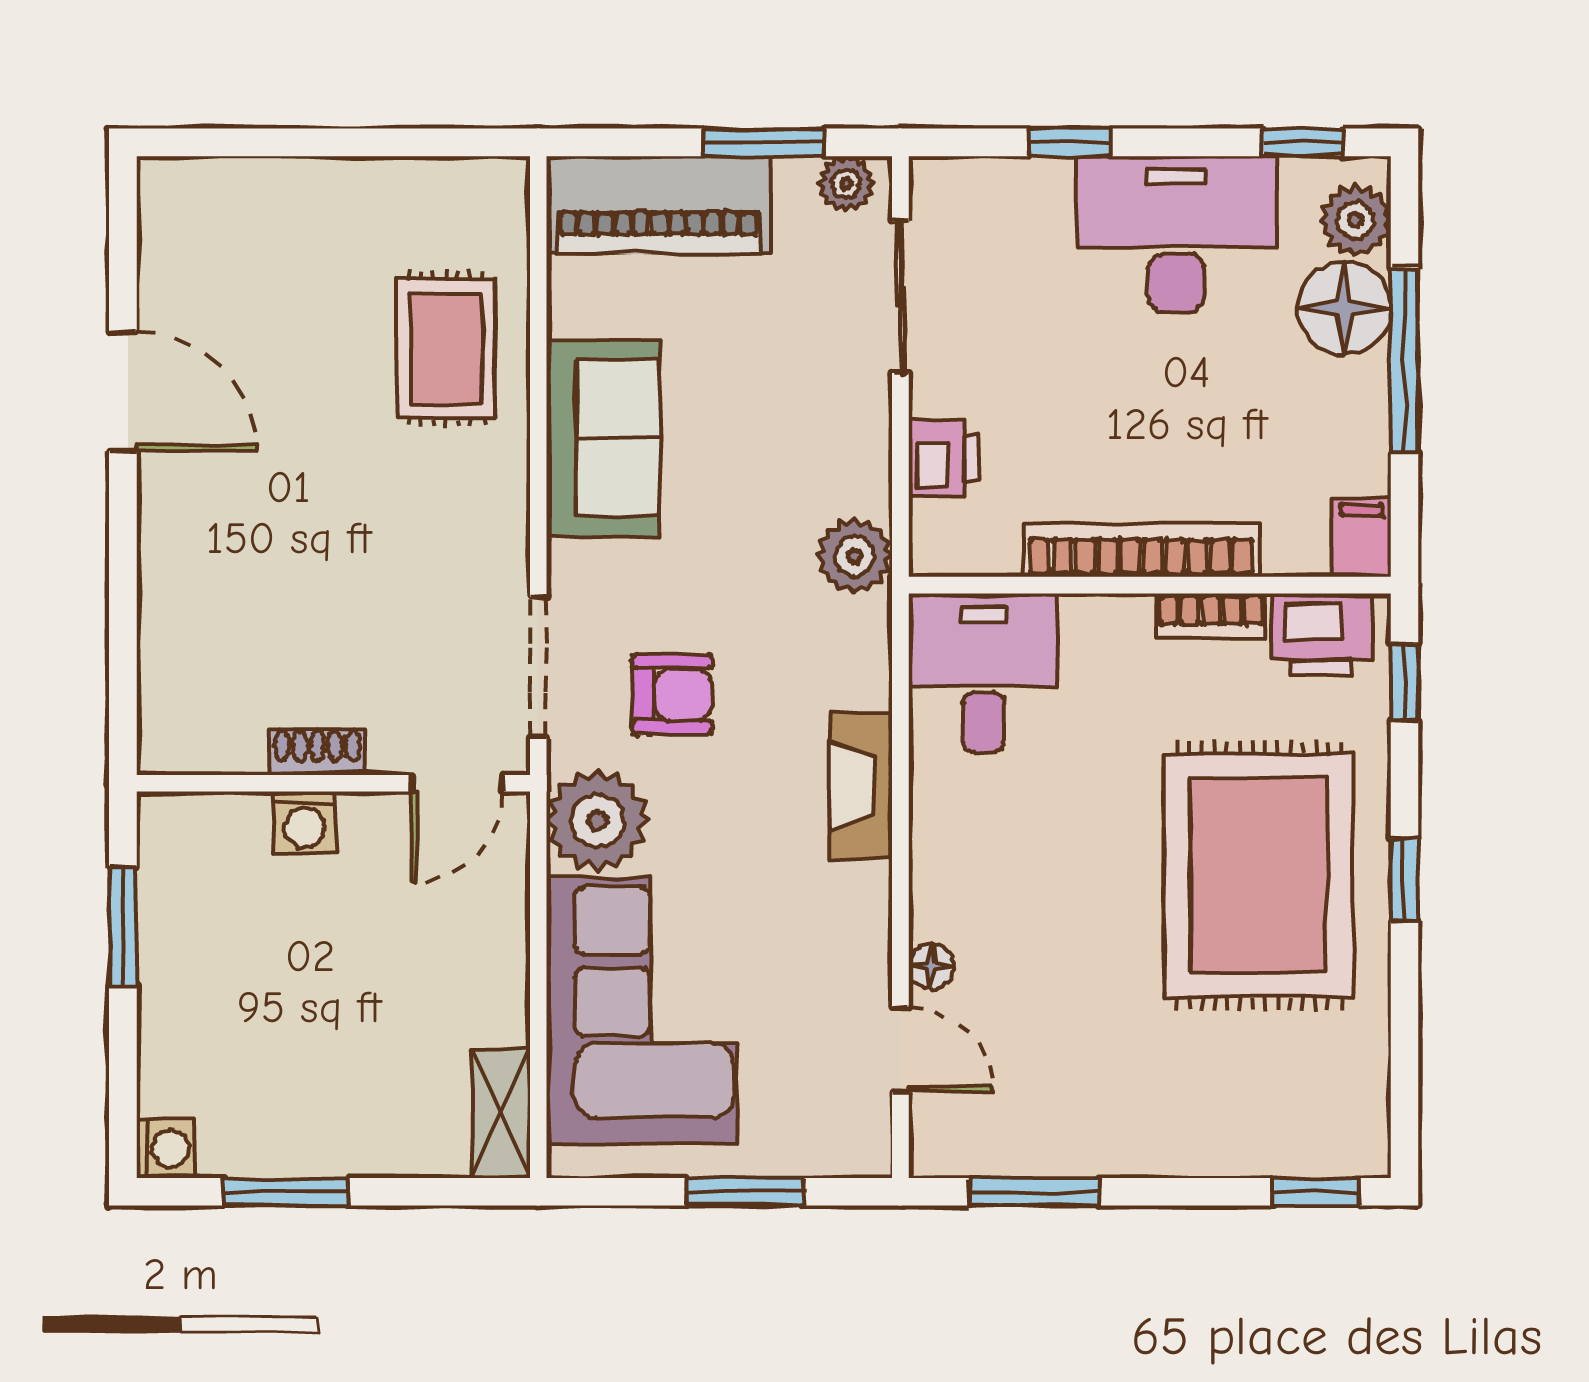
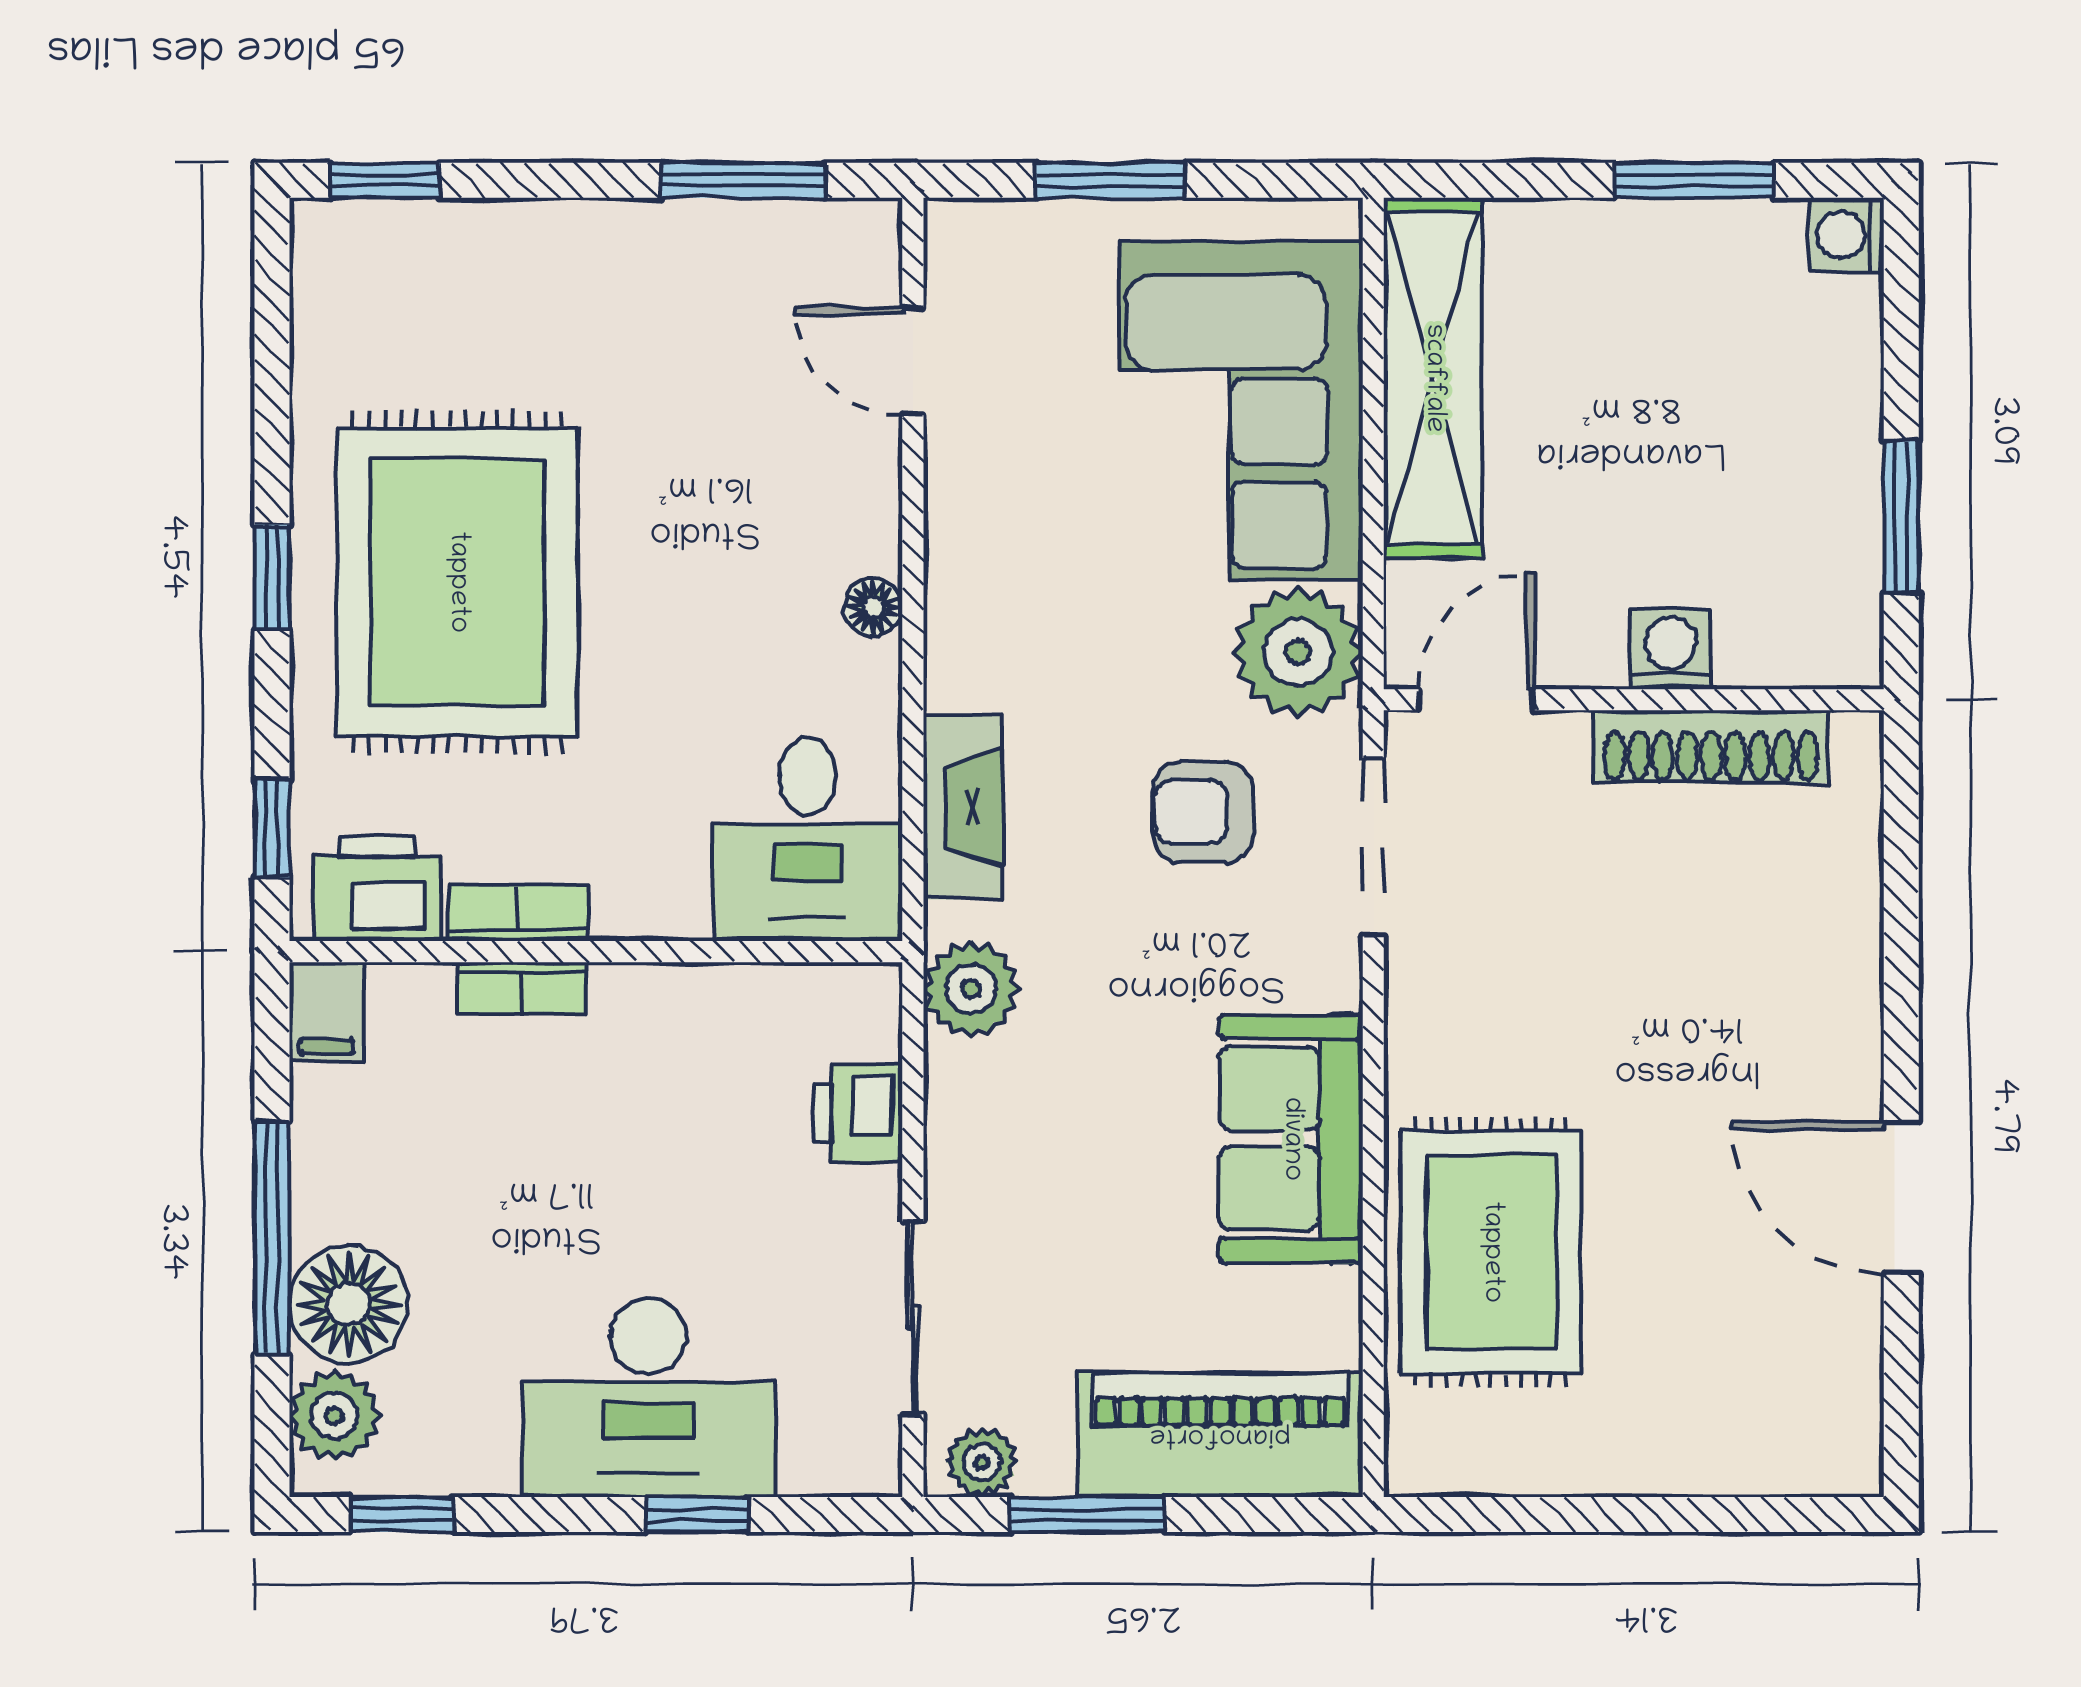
desk: (1176, 234) -> (648, 1398), moved
rug: (446, 349) -> (1491, 1252), width x1.36, depth x1.43
bookcase: (1141, 550) -> (522, 988), width x0.43, depth x0.76
shoe rack: (317, 752) -> (1711, 747), width x1.94, depth x1.24
fireplace: (861, 786) -> (963, 807), moved
floor lamp: (932, 966) -> (873, 607), moved
shelving: (501, 1114) -> (1433, 378), width x2.20, depth x1.33

